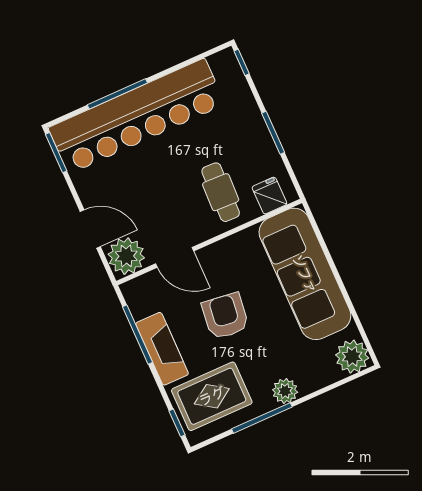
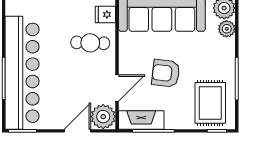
fireplace: (162, 349) -> (141, 120), moved
plant: (285, 391) -> (227, 29), moved

